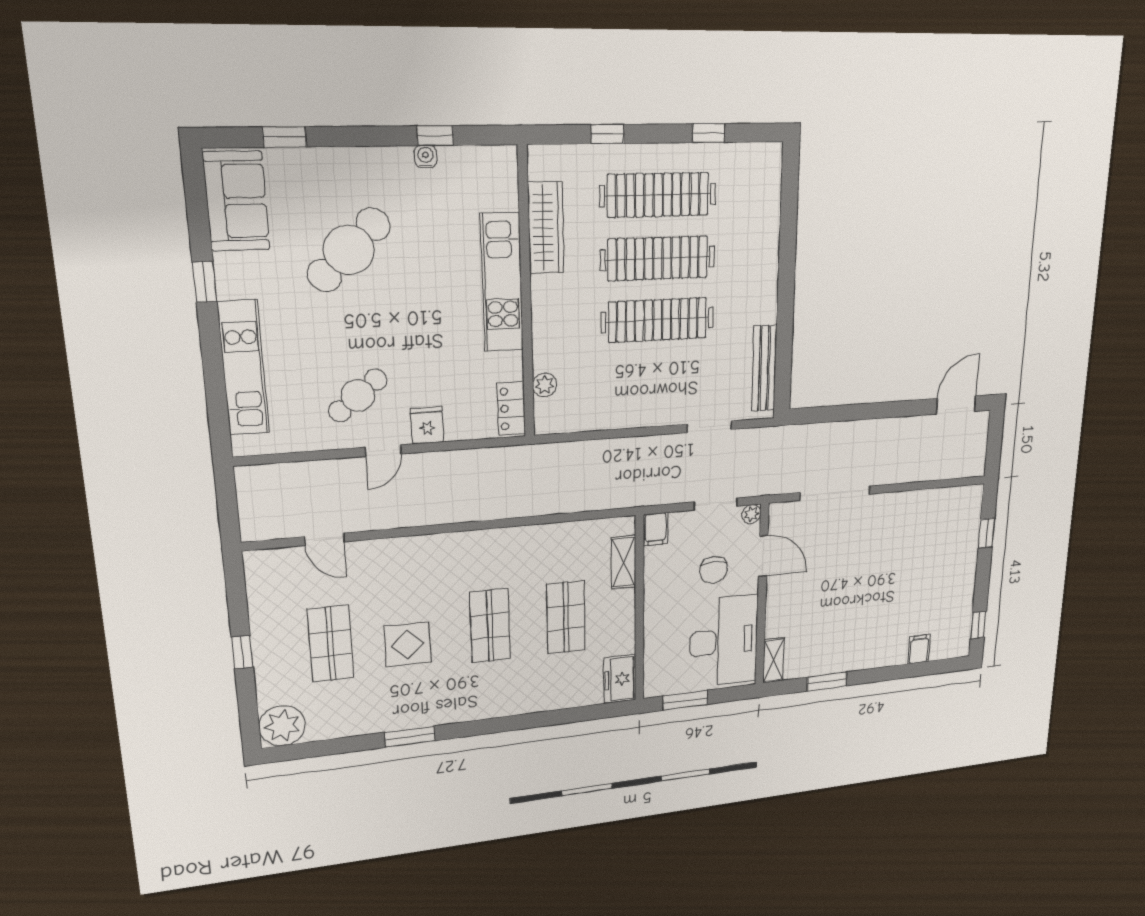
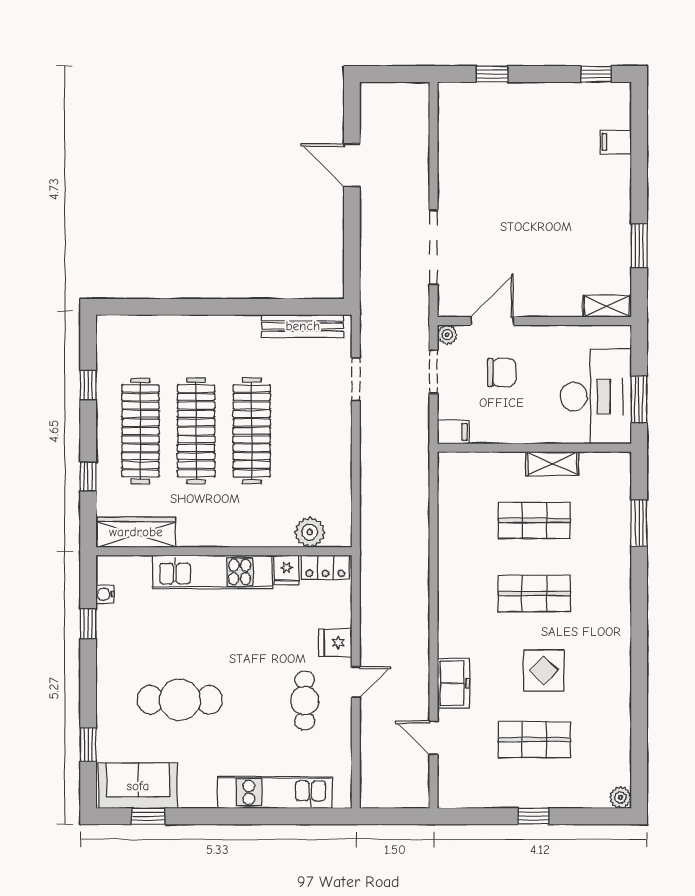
water cooler: (426, 157) -> (105, 594), moved
wardrobe: (546, 228) -> (136, 532), moved
cafe table: (349, 250) -> (180, 700), turned -46
window: (205, 282) -> (148, 816), moved
fridge: (507, 366) -> (287, 570), added
plant: (545, 385) -> (310, 532), width x1.38, depth x1.38
cafe table: (358, 395) -> (305, 700), turned 39
door: (956, 405) -> (352, 165), moved
door: (383, 451) -> (356, 682), hinge flipped
door: (324, 539) -> (433, 738), swing flipped
shelving: (624, 562) -> (552, 464), moved
desk: (724, 641) -> (596, 396), moved, turned 90
freezer: (620, 679) -> (453, 683), moved, turned -90
plant: (282, 726) -> (620, 798), width x0.53, depth x0.53
window: (410, 737) -> (639, 523), moved

